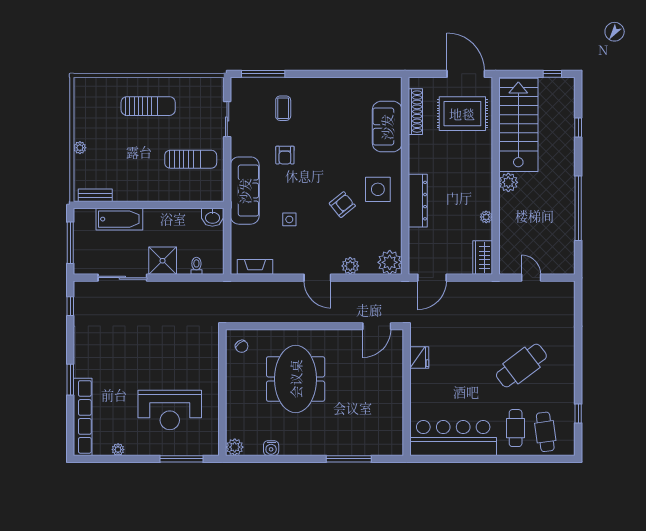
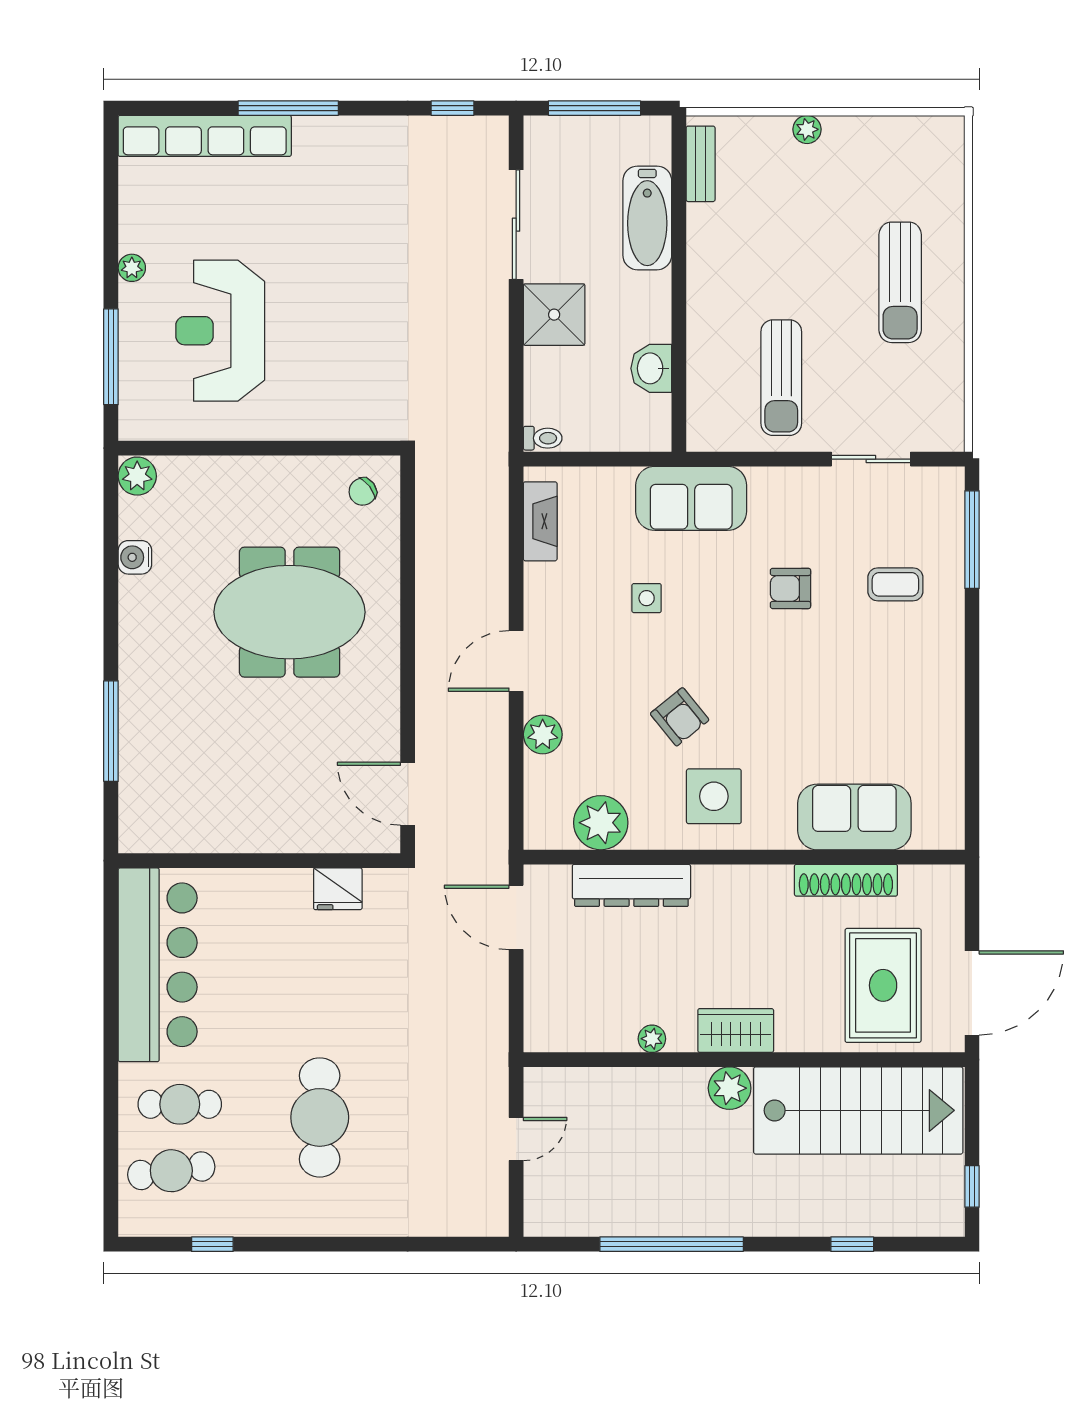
shoe rack: (415, 112) -> (846, 880), moved
sofa: (245, 191) -> (691, 498), width x0.73
dresser: (418, 201) -> (631, 885), moved
washbasin: (212, 217) -> (651, 368), moved
wardrobe: (483, 258) -> (736, 1030), moved
plant: (390, 262) -> (601, 823), moved
toilet: (196, 266) -> (543, 438), moved
cafe table: (521, 366) -> (320, 1117), turned 37
window: (70, 380) -> (288, 108), width x1.44
plant: (118, 450) -> (132, 268), moved

